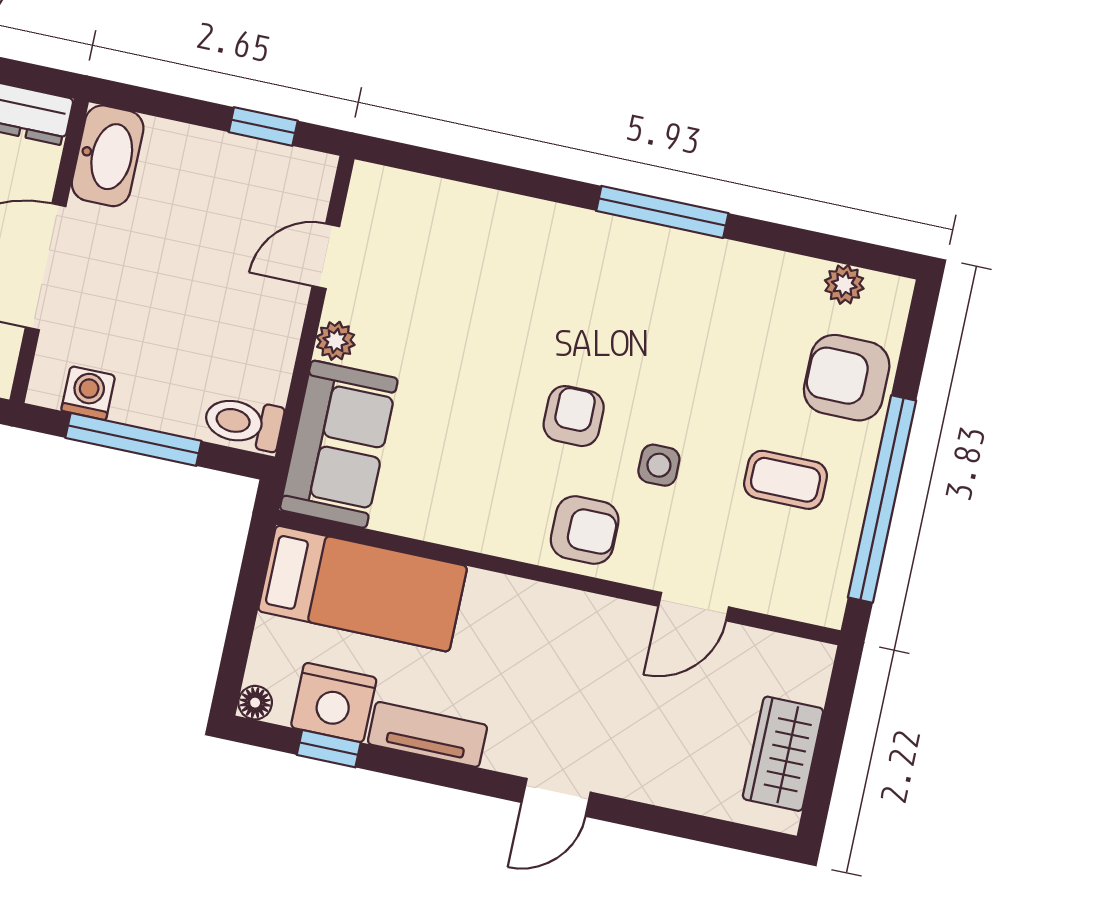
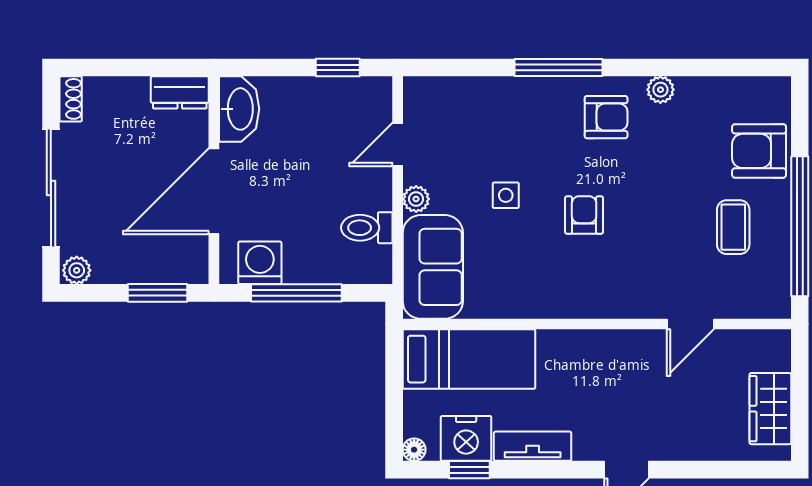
window: (662, 212) -> (559, 68), moved
plant: (844, 284) -> (660, 90), moved
washing machine: (88, 393) -> (260, 263), width x1.38, depth x1.38
toilet: (244, 423) -> (367, 228), moved
side table: (659, 465) -> (506, 195), moved
coffee table: (785, 480) -> (733, 227), turned 90
armchair: (585, 530) -> (606, 117), moved

